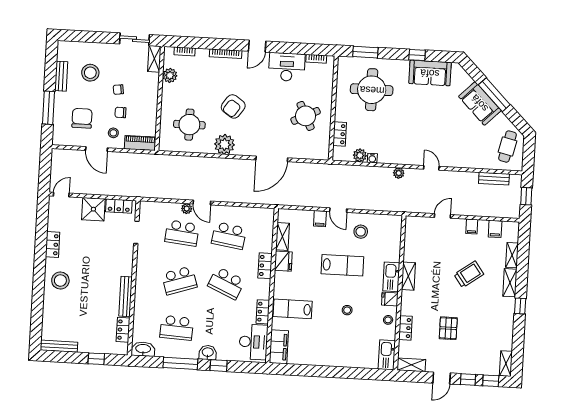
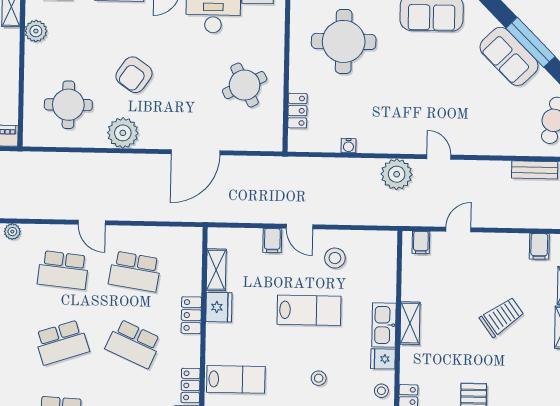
plant: (360, 155) -> (329, 142), removed
plant: (399, 173) -> (397, 174), width x1.88, depth x1.88
plant: (187, 209) -> (12, 232), moved
filing cabinet: (472, 227) -> (421, 242), moved
lab bench: (293, 309) -> (236, 379), turned 180

